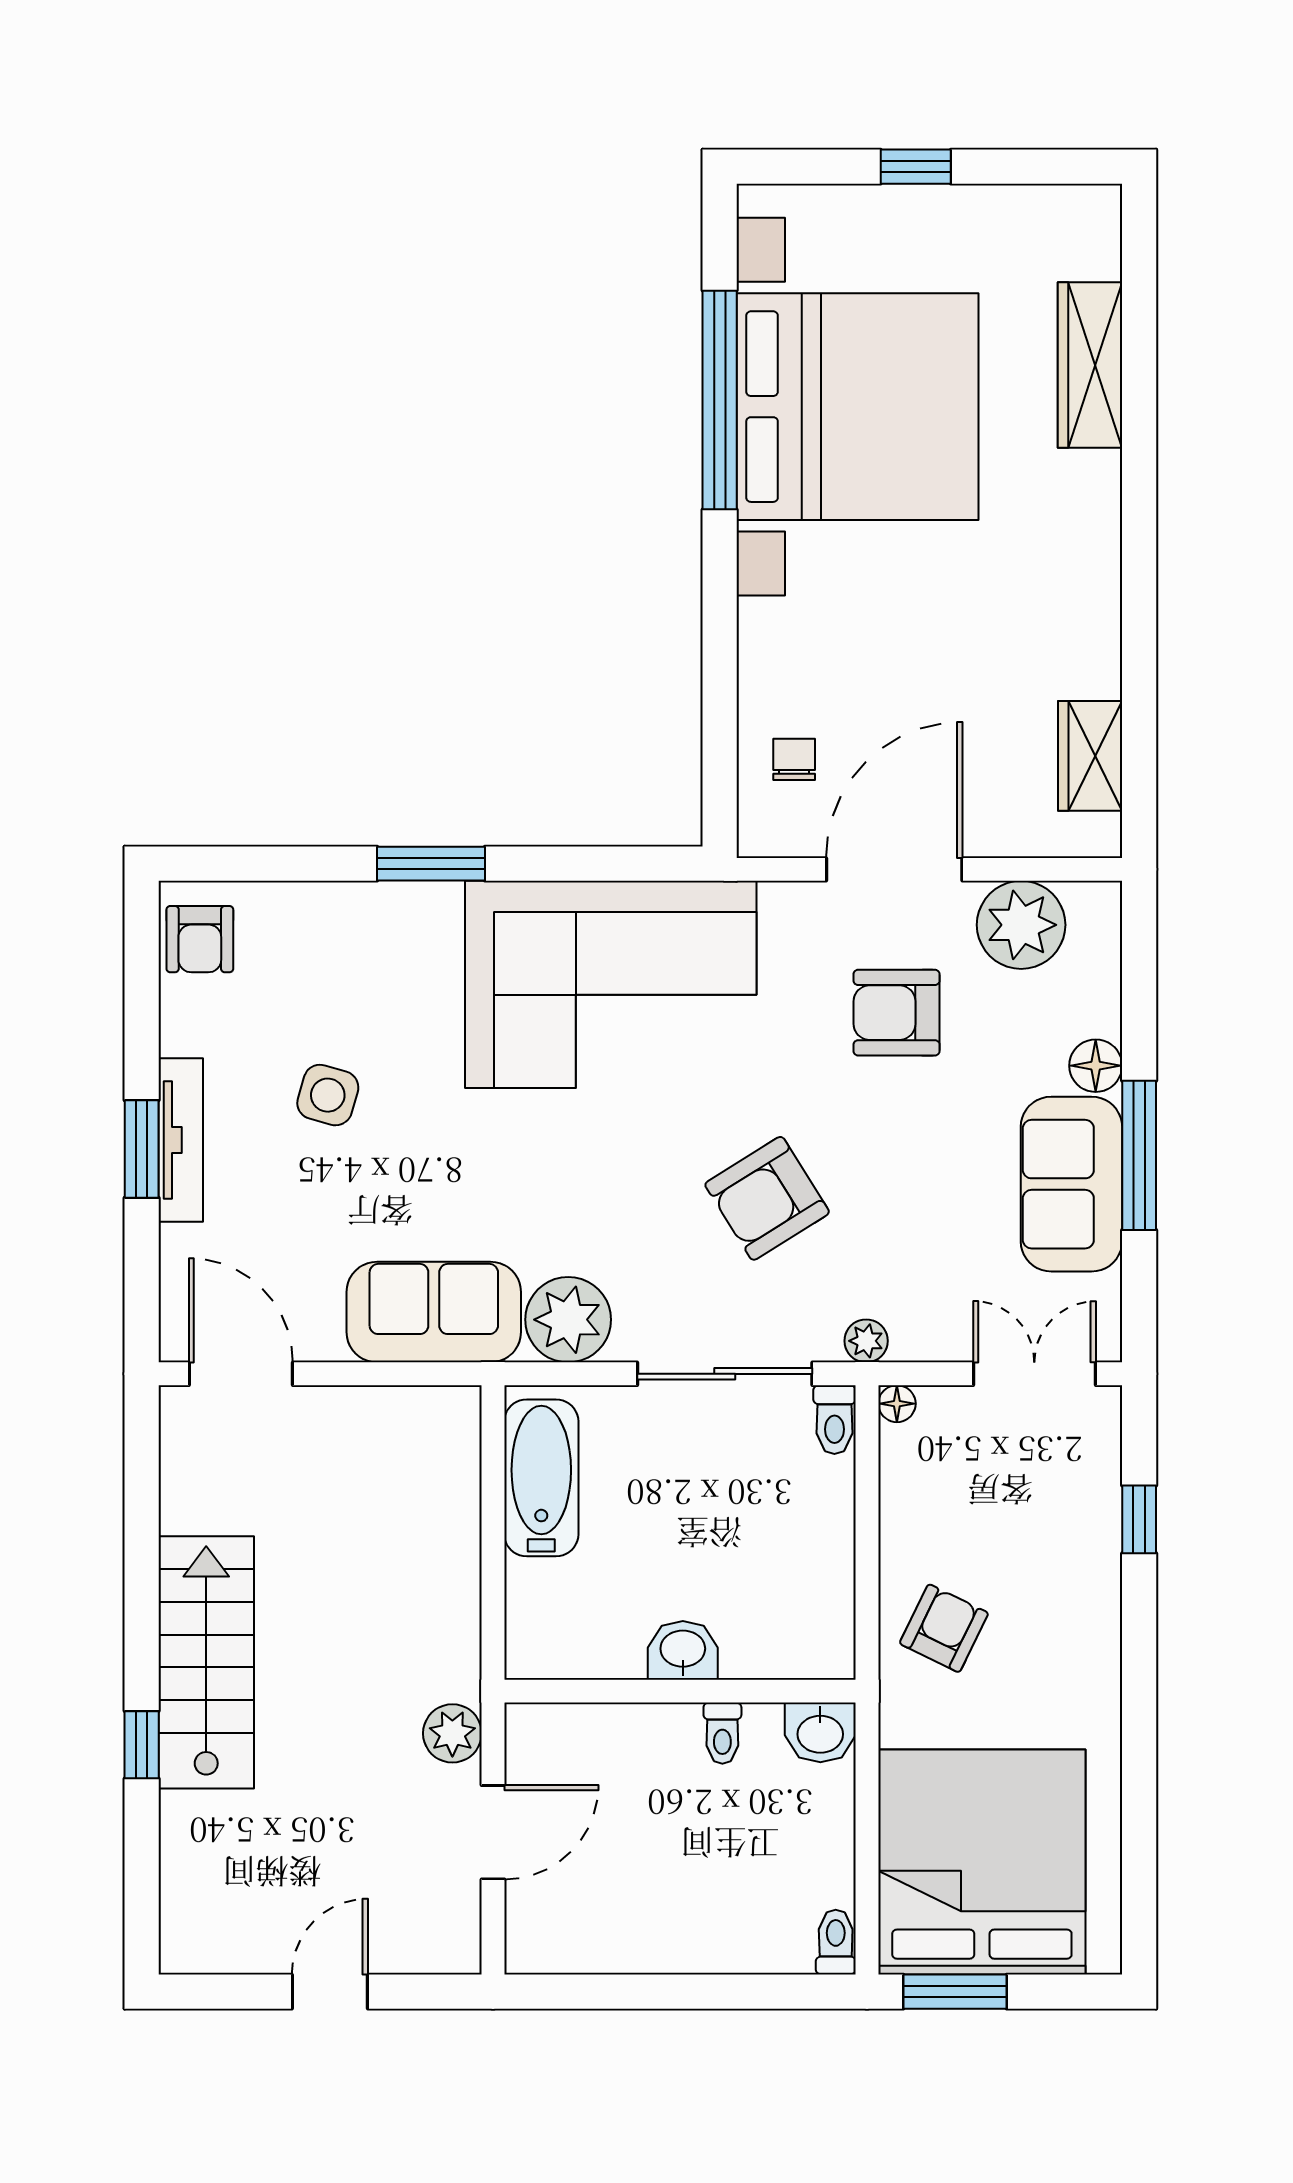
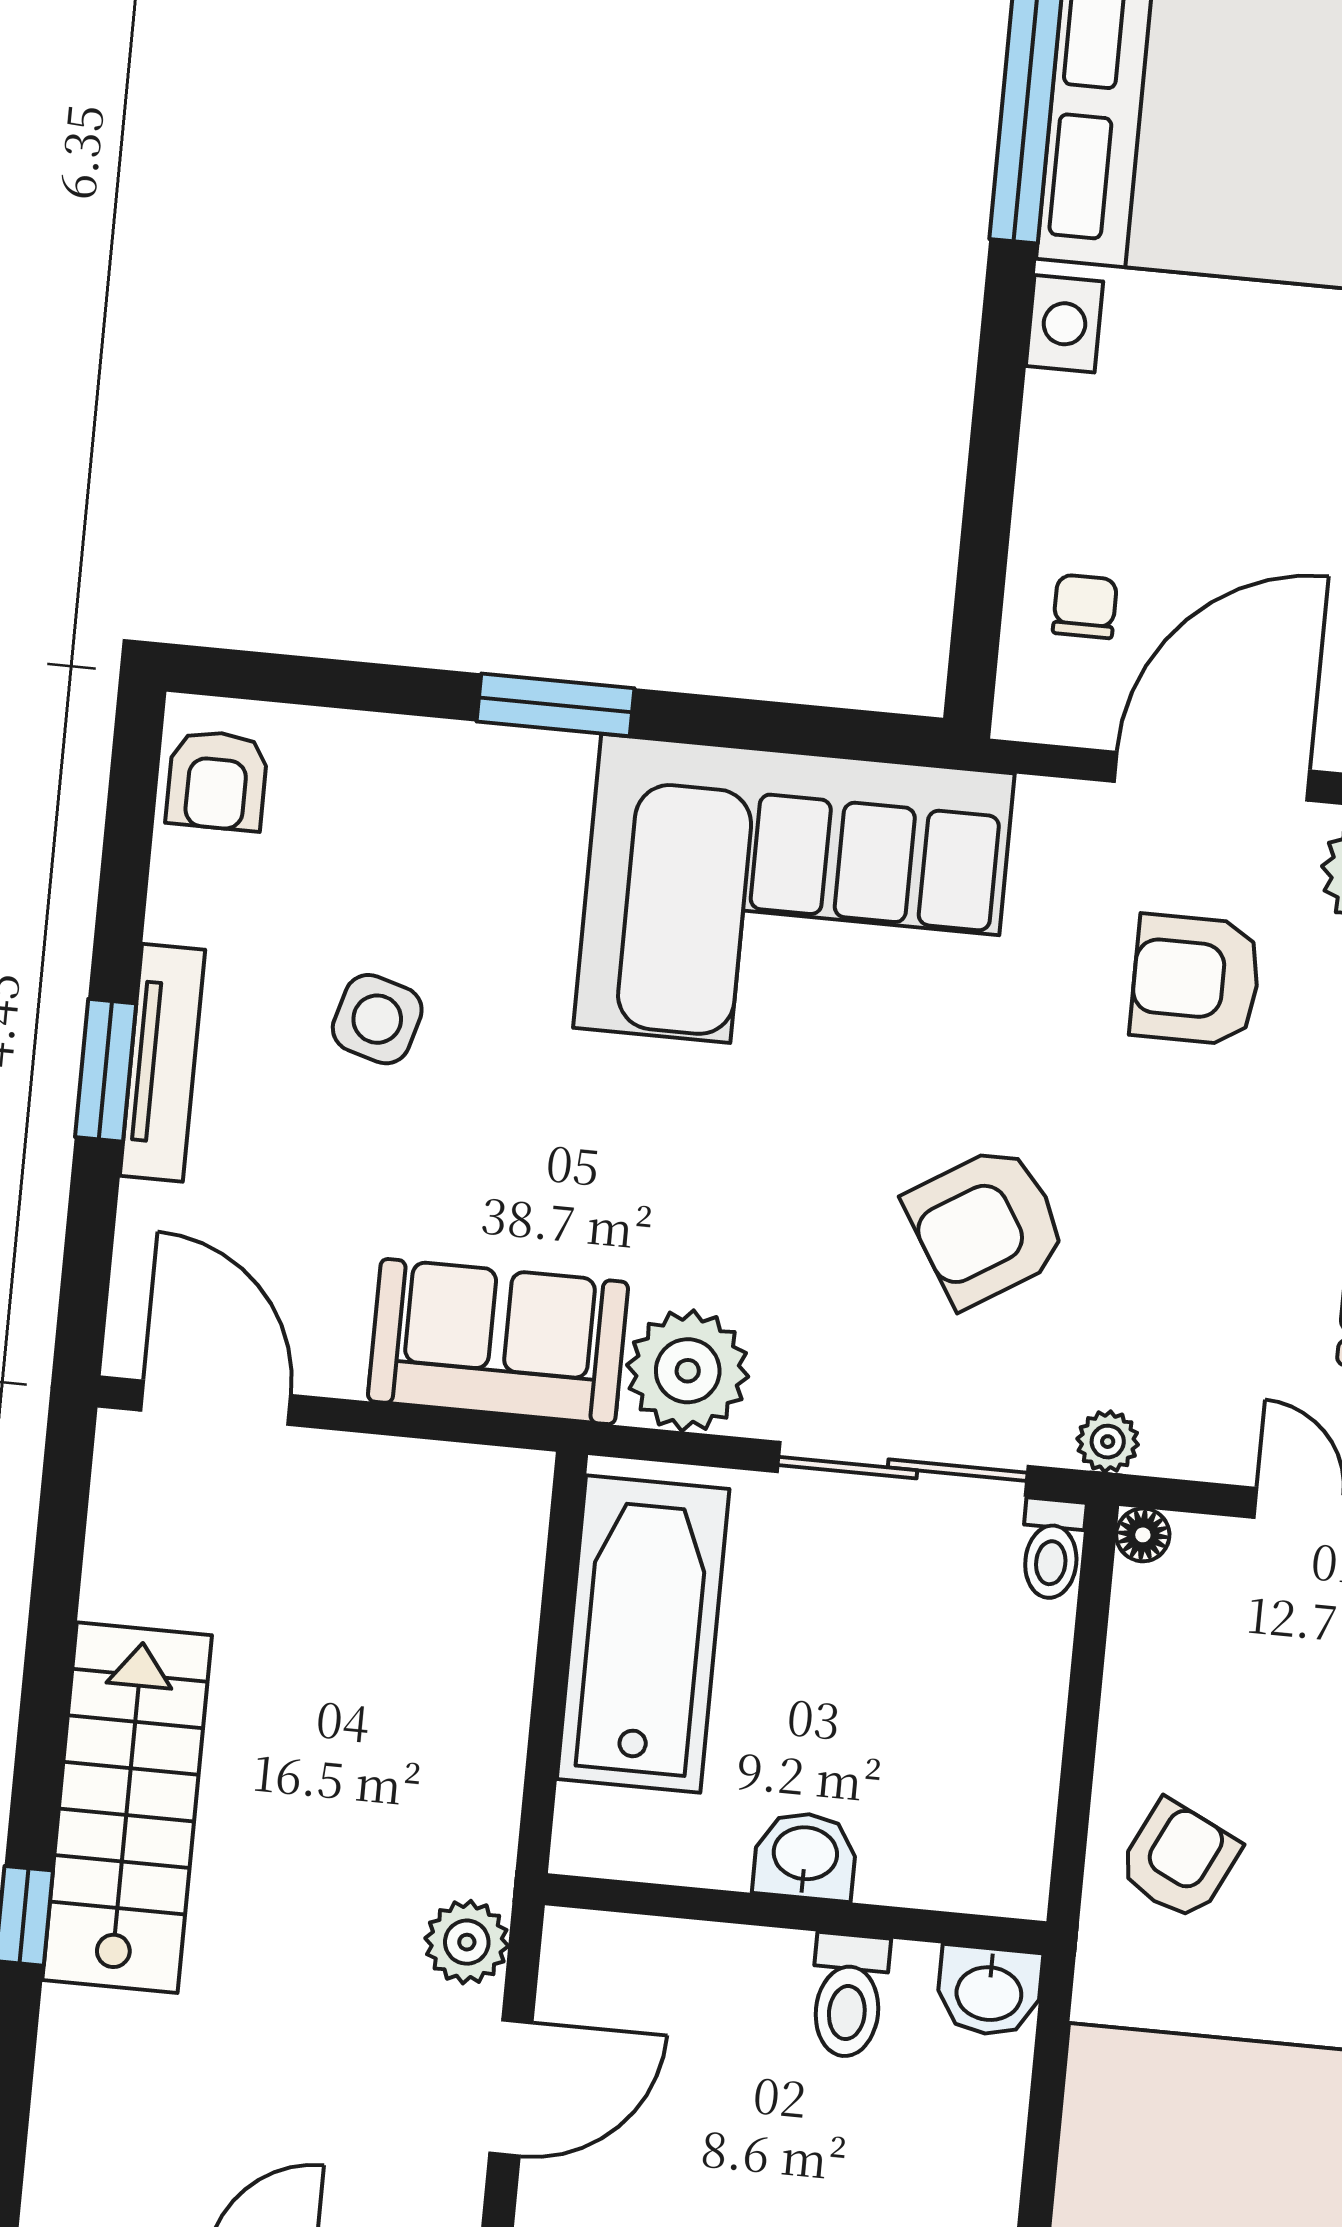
bathtub: (541, 1478) -> (643, 1634), width x1.36, depth x1.36
toilet: (722, 1733) -> (848, 1996), width x1.37, depth x1.39

